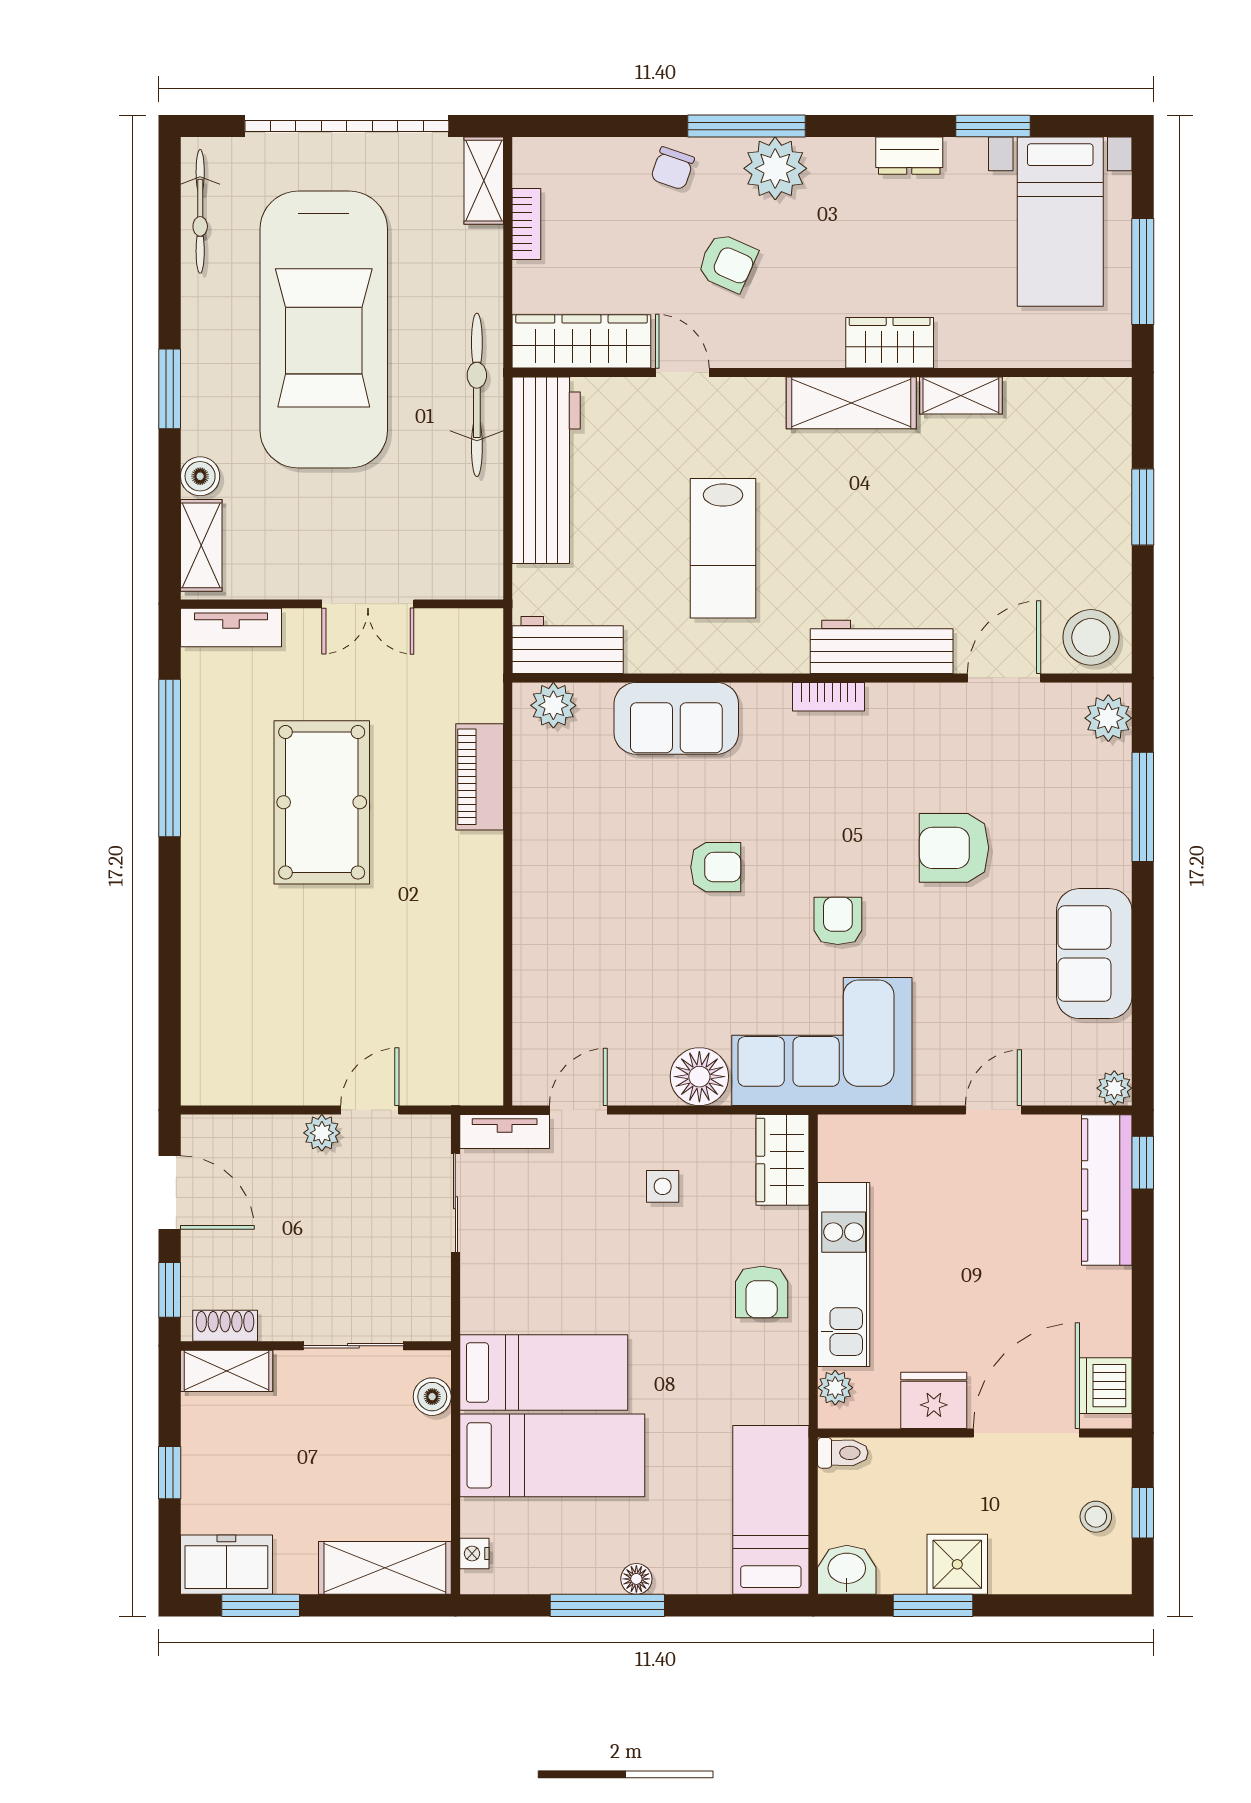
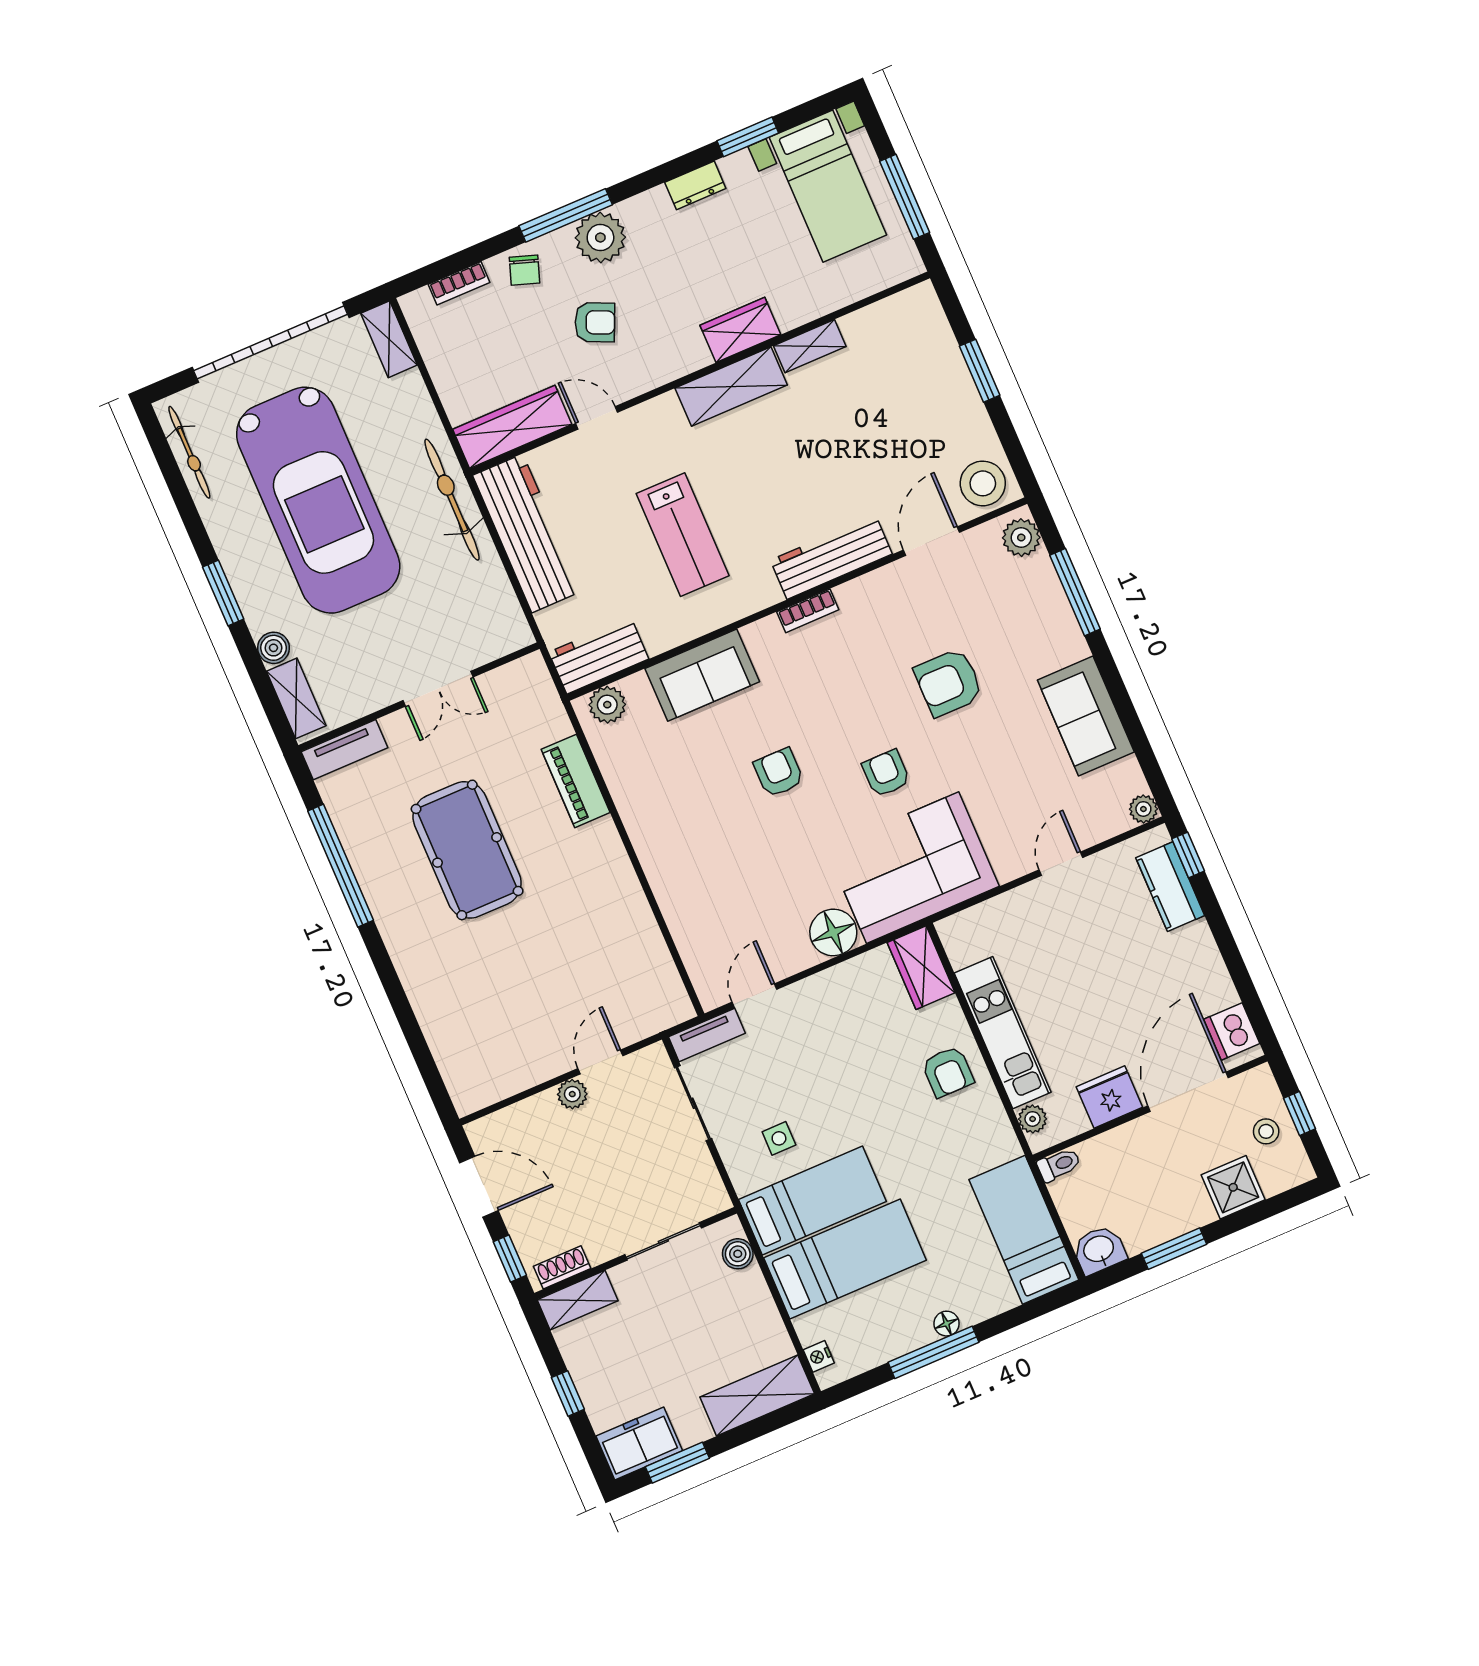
bookcase: (526, 224) -> (459, 283), moved, turned 90
armchair: (716, 867) -> (779, 772), turned -90
side table: (663, 1186) -> (779, 1138), moved
kitchen counter: (1107, 1190) -> (1170, 887), width x0.67
shower: (957, 1564) -> (1233, 1187), moved

